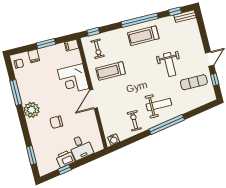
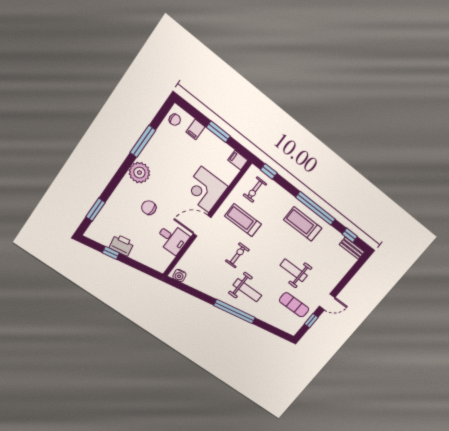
weight bench: (170, 65) -> (294, 270), turned 90
exercise bike: (134, 121) -> (237, 255), moved
desk: (81, 147) -> (172, 239), moved, turned -80

